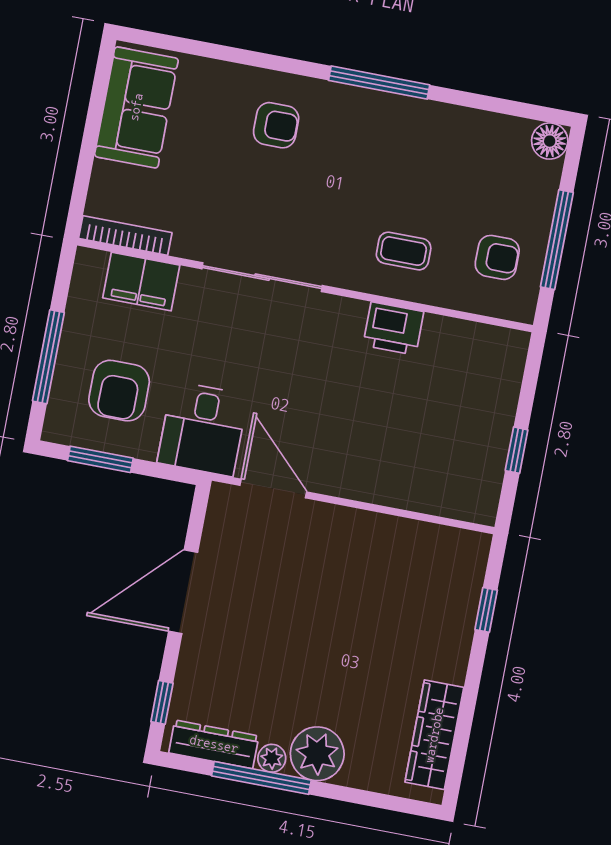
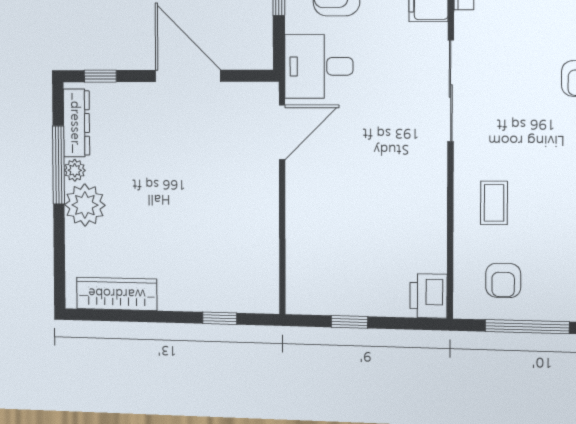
printer: (393, 329) -> (428, 296), moved

